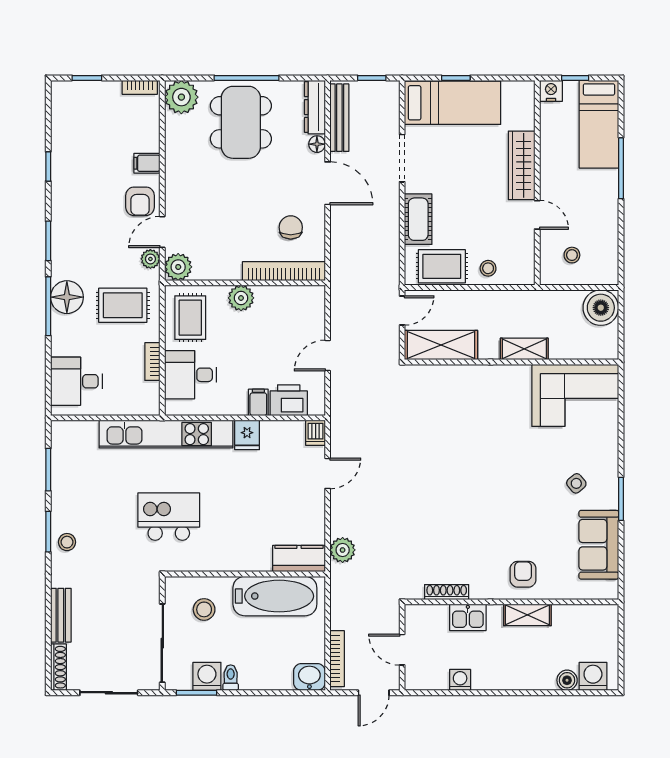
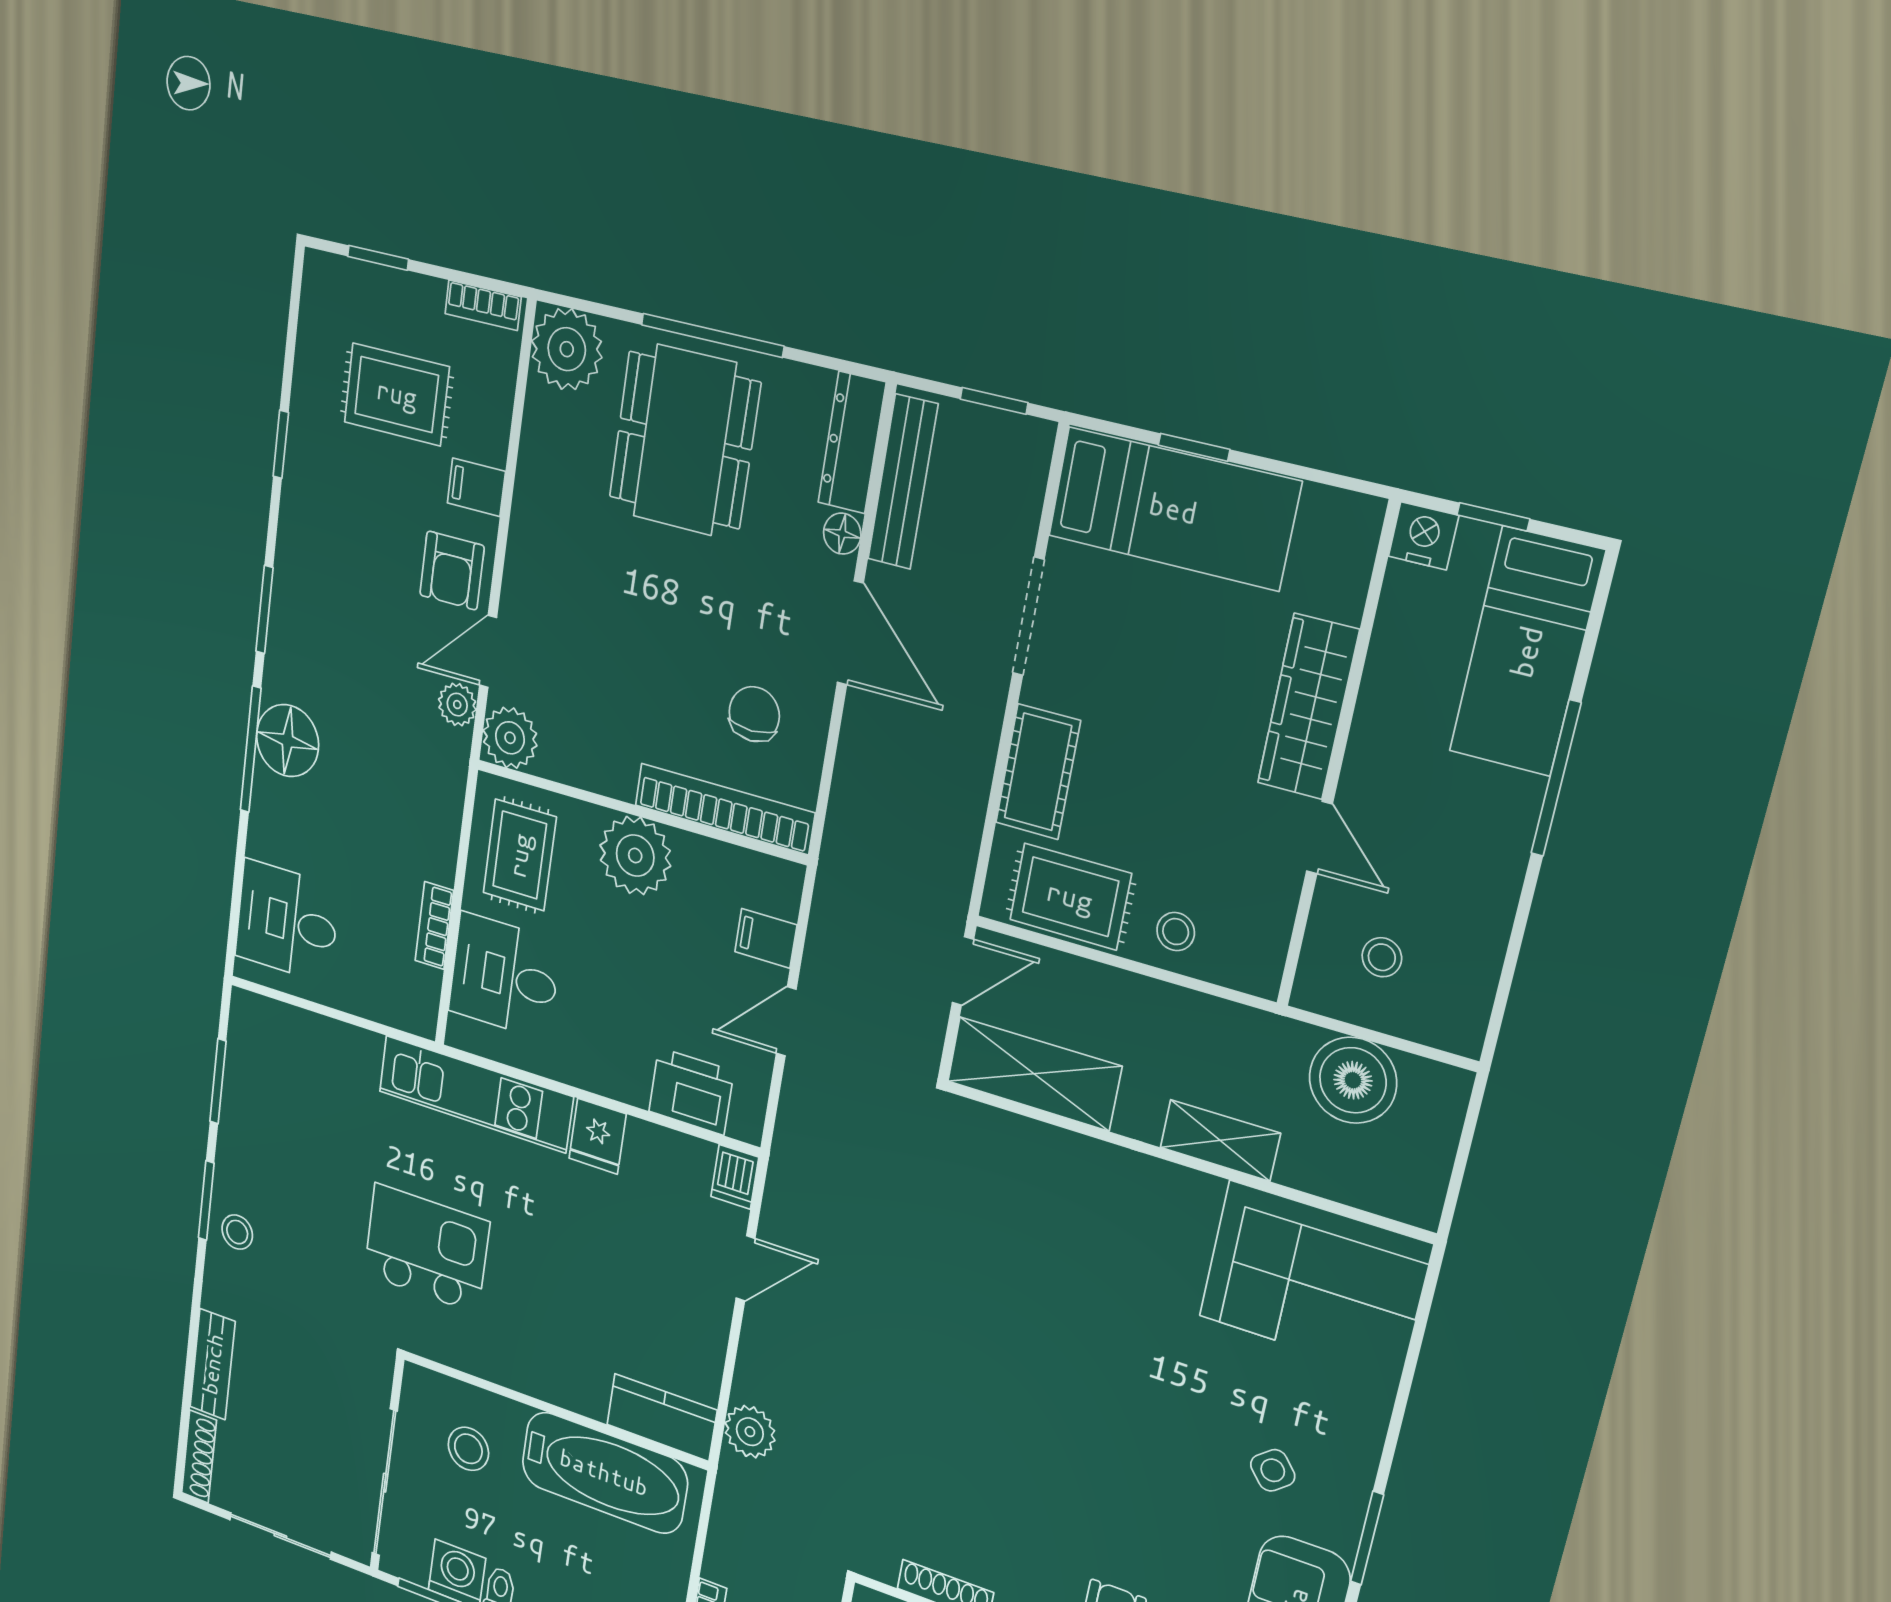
plant: (241, 298) -> (635, 856), width x1.36, depth x1.36
rug: (123, 305) -> (397, 394), moved
boiler: (601, 308) -> (1353, 1080), moved
filing cabinet: (258, 402) -> (766, 938), moved, turned -90
kitchen unit: (166, 434) -> (475, 1094), width x0.73

